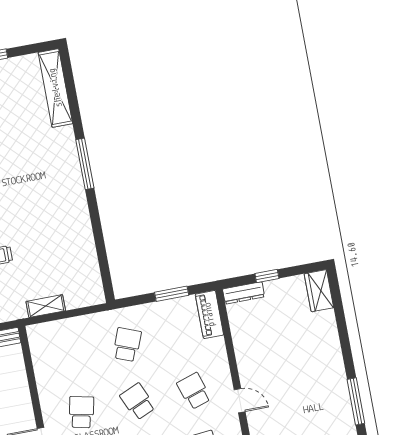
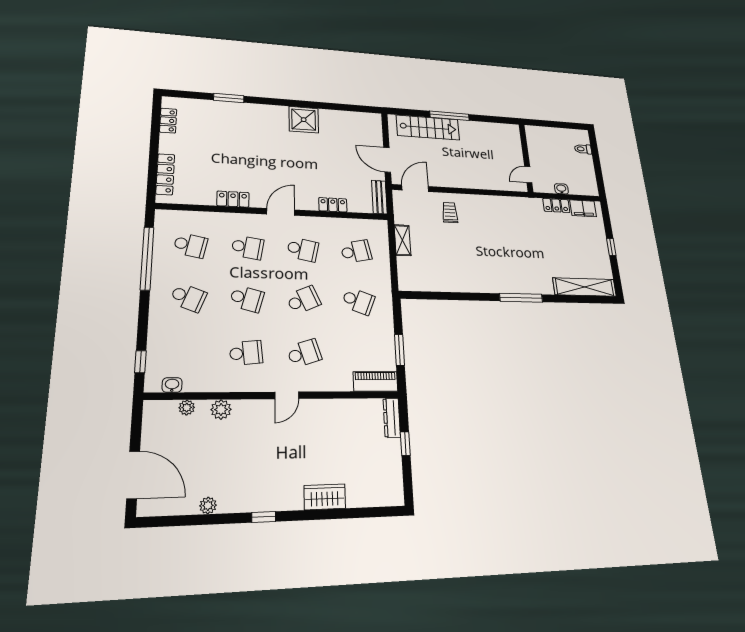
wardrobe: (319, 291) -> (325, 497), moved
school desk: (71, 355) -> (356, 251), added
locker: (21, 389) -> (333, 205), added
window: (356, 401) -> (264, 517), width x0.46

